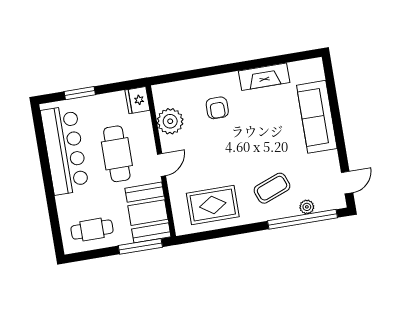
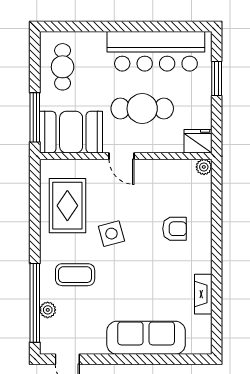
fireplace: (264, 77) -> (203, 294), width x0.73, depth x0.76
armchair: (217, 108) -> (175, 229), turned 180
plant: (170, 121) -> (204, 167), moved, width x0.53, depth x0.53
side table: (231, 162) -> (111, 234), added
coffee table: (272, 188) -> (75, 275), turned -69

